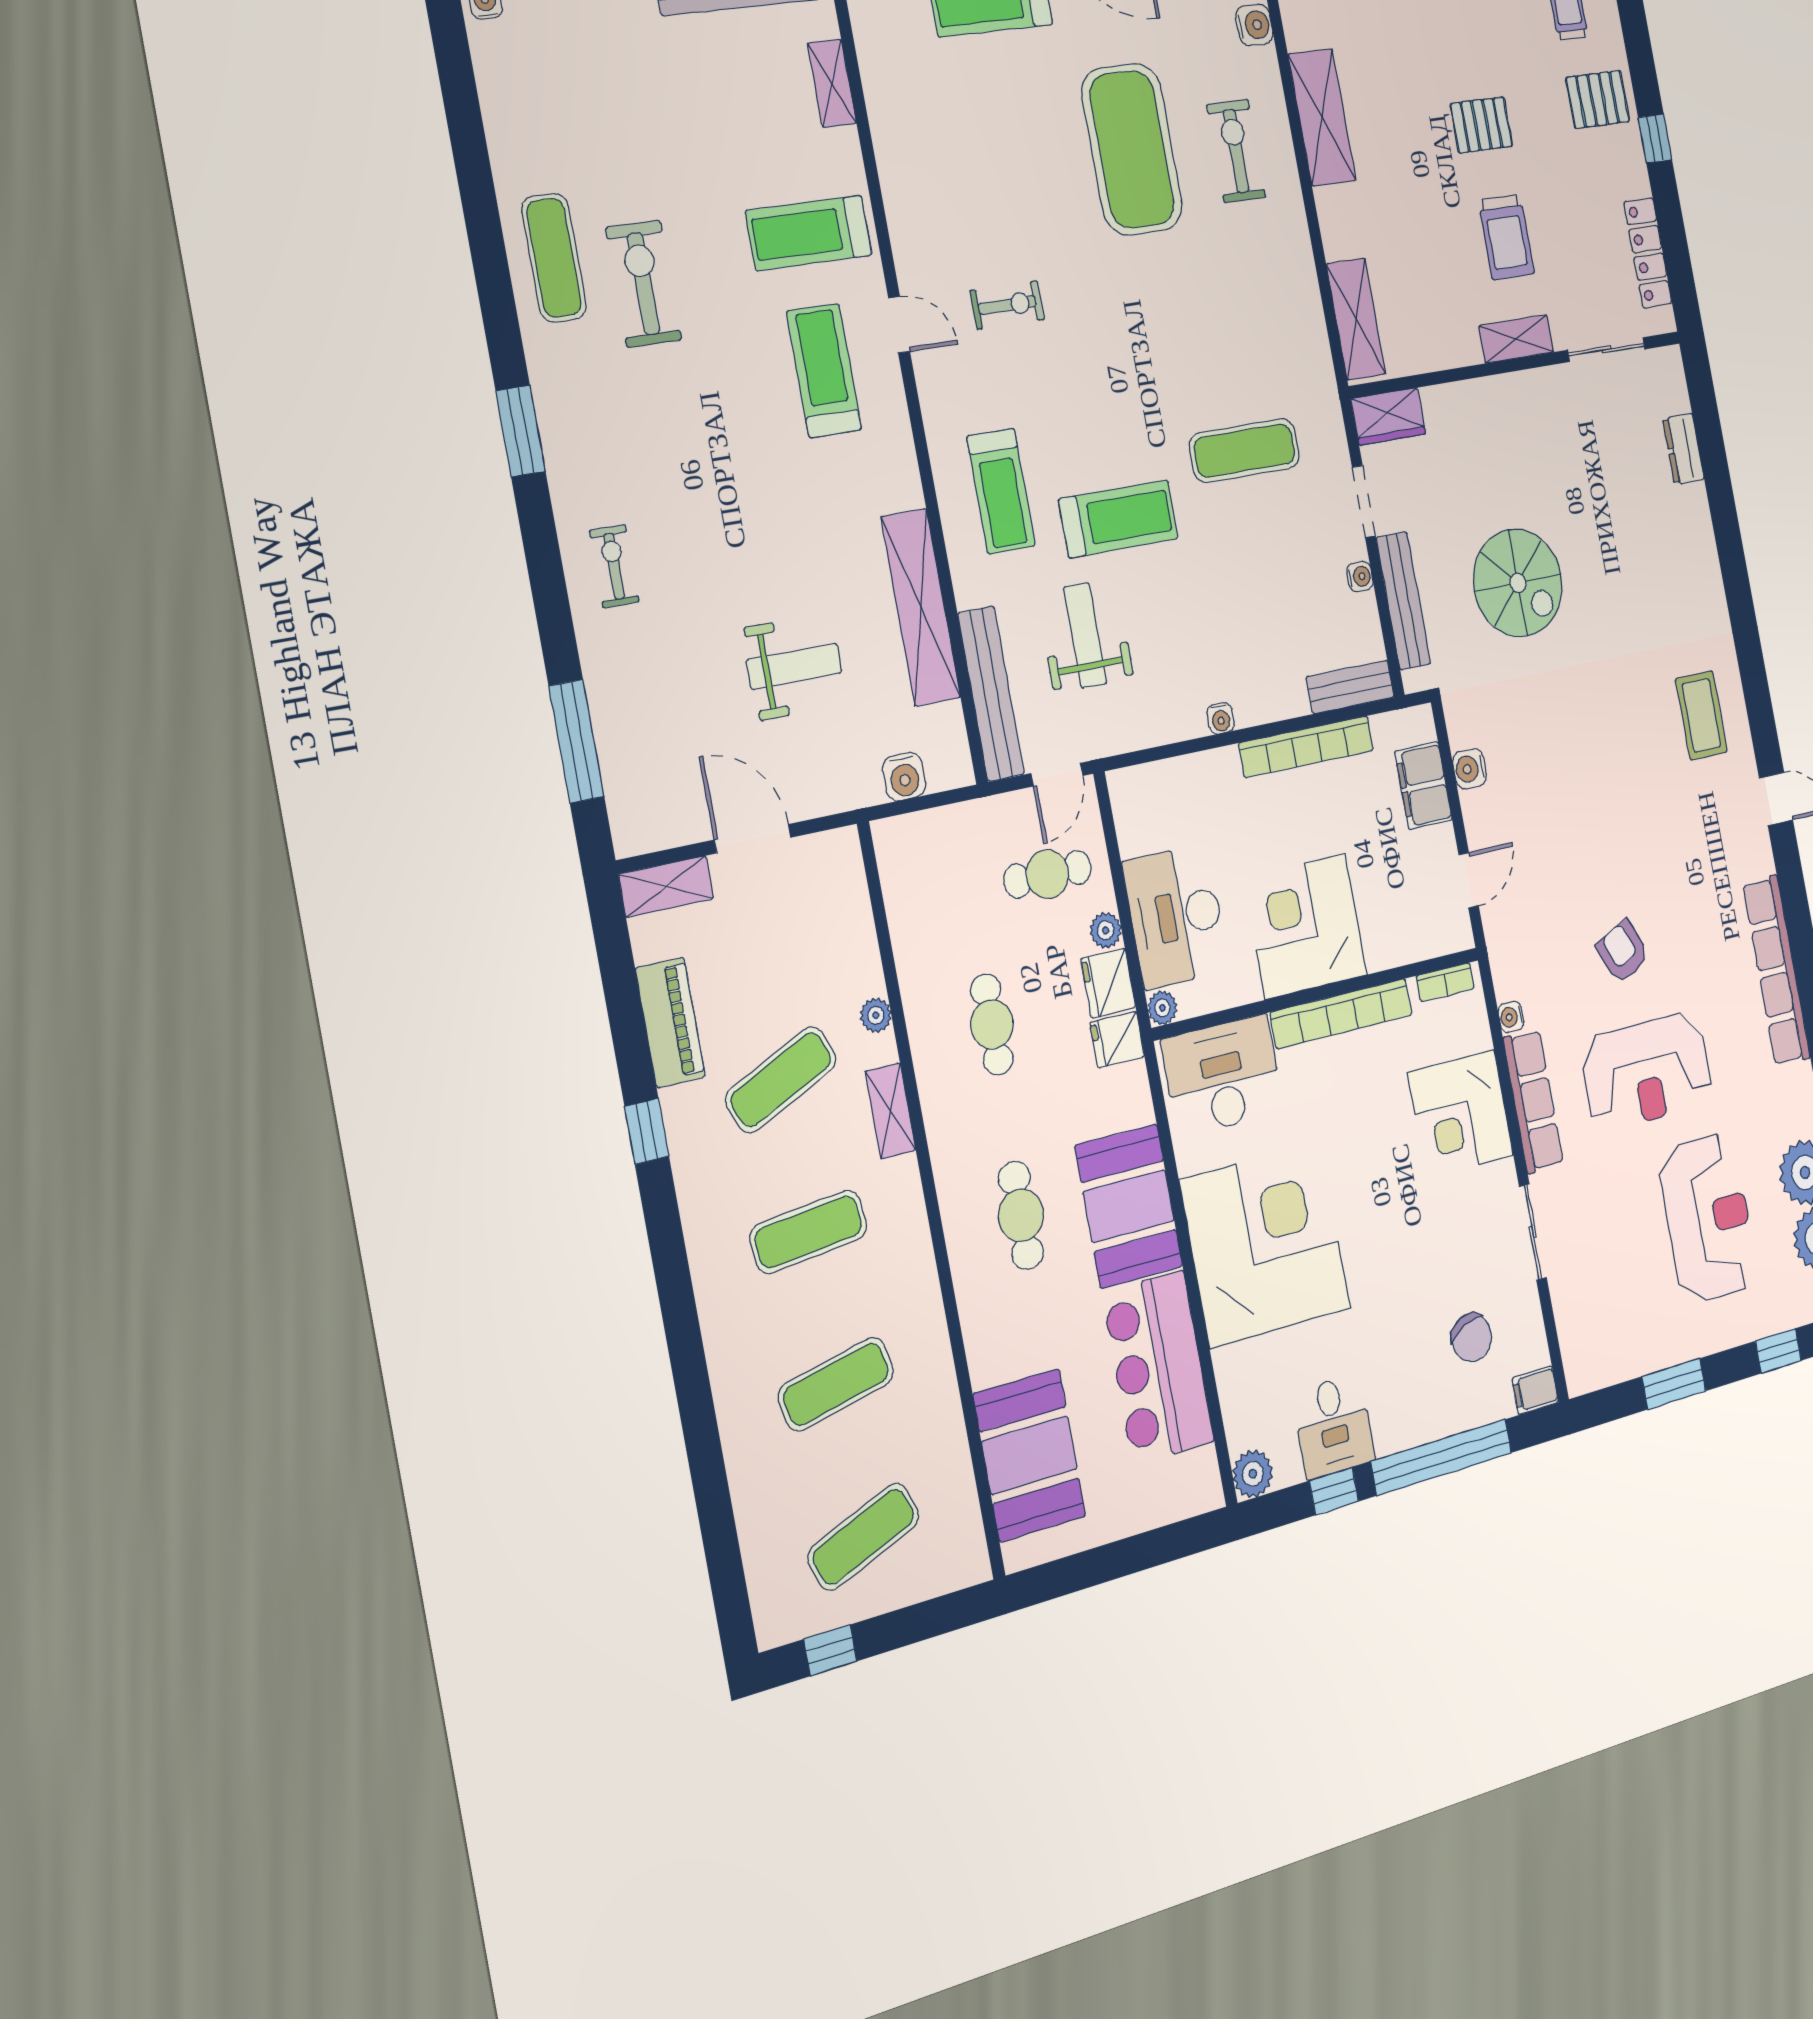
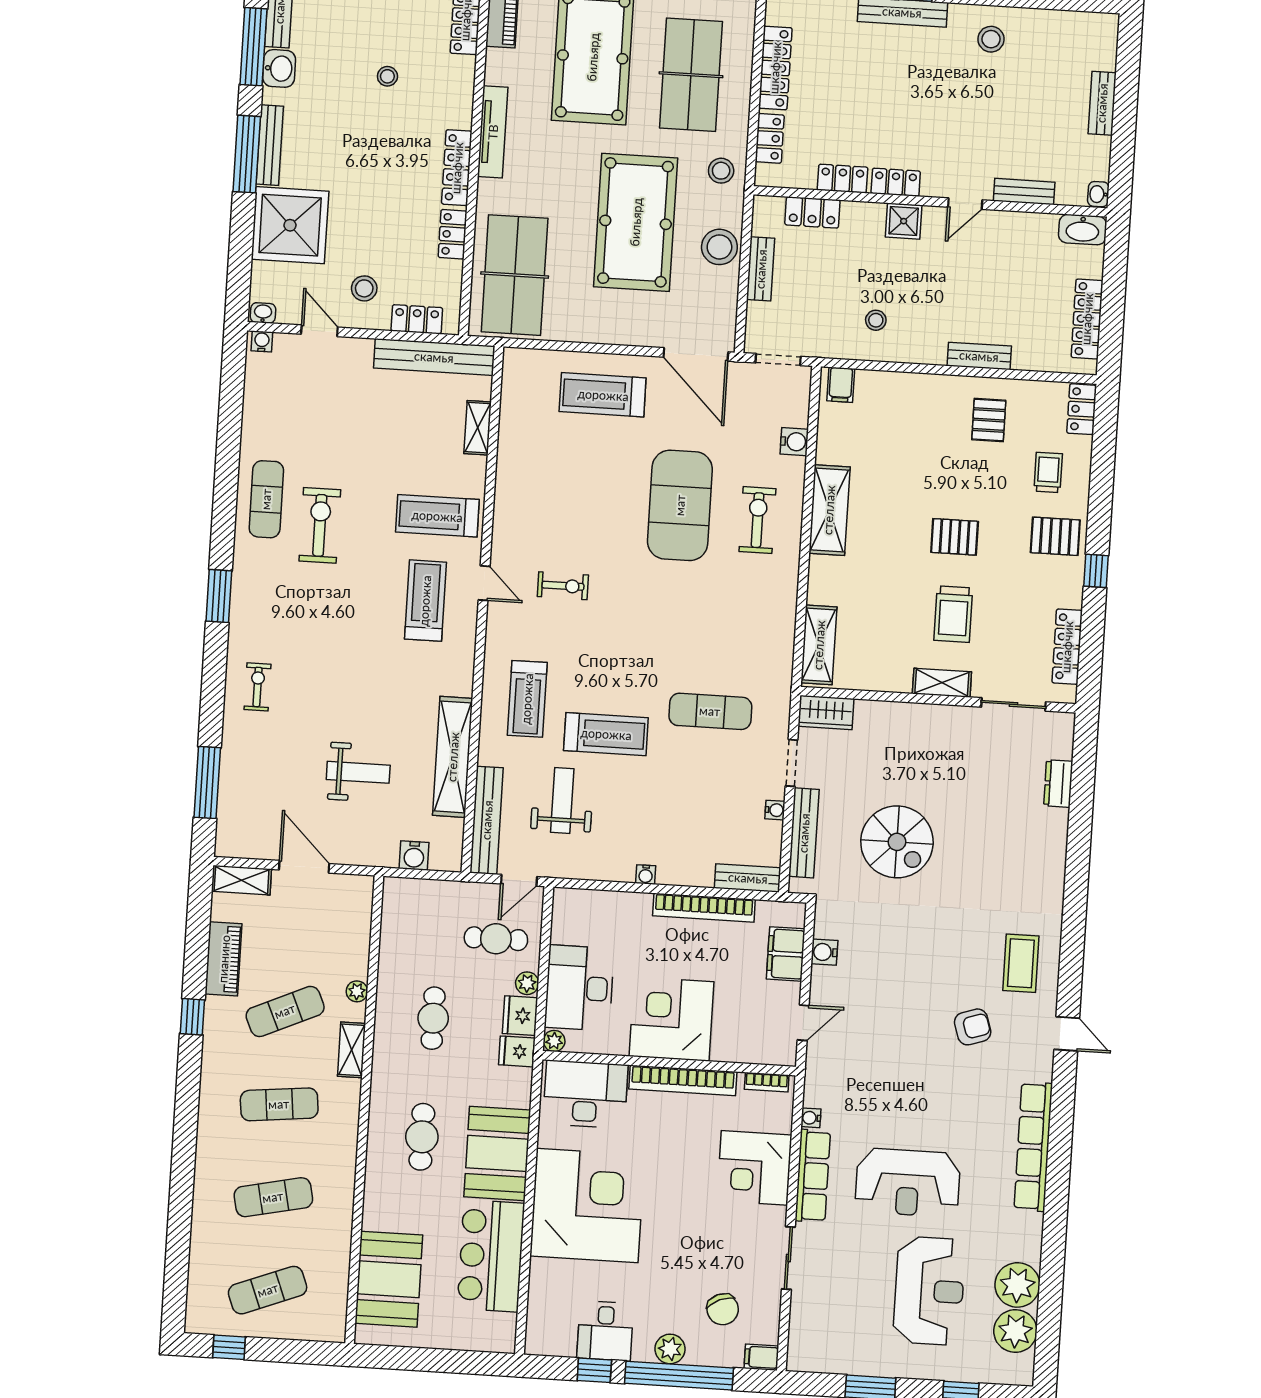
armchair: (1623, 952) -> (973, 1027), moved, turned 96
plant: (1253, 1474) -> (670, 1349), moved

